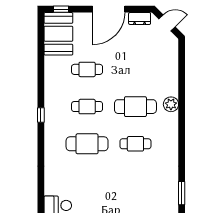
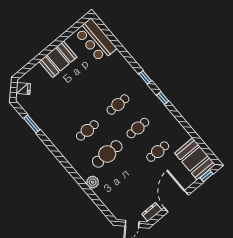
plant: (171, 104) -> (93, 182), moved
cafe table: (87, 144) -> (118, 105), width x0.73, depth x0.74
window: (41, 148) -> (145, 77), added

